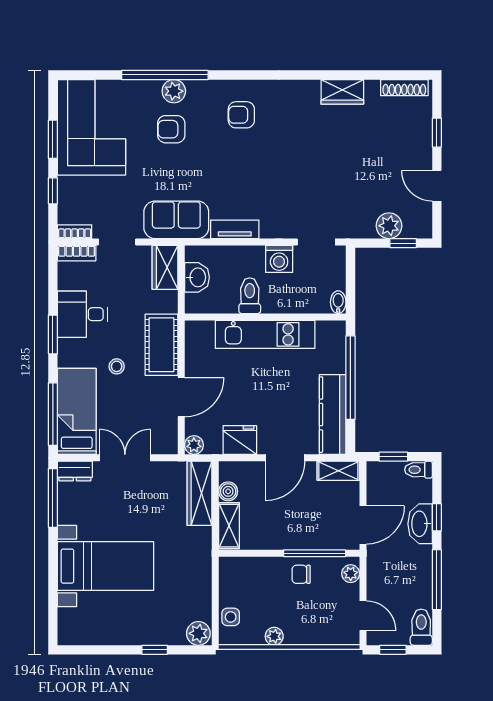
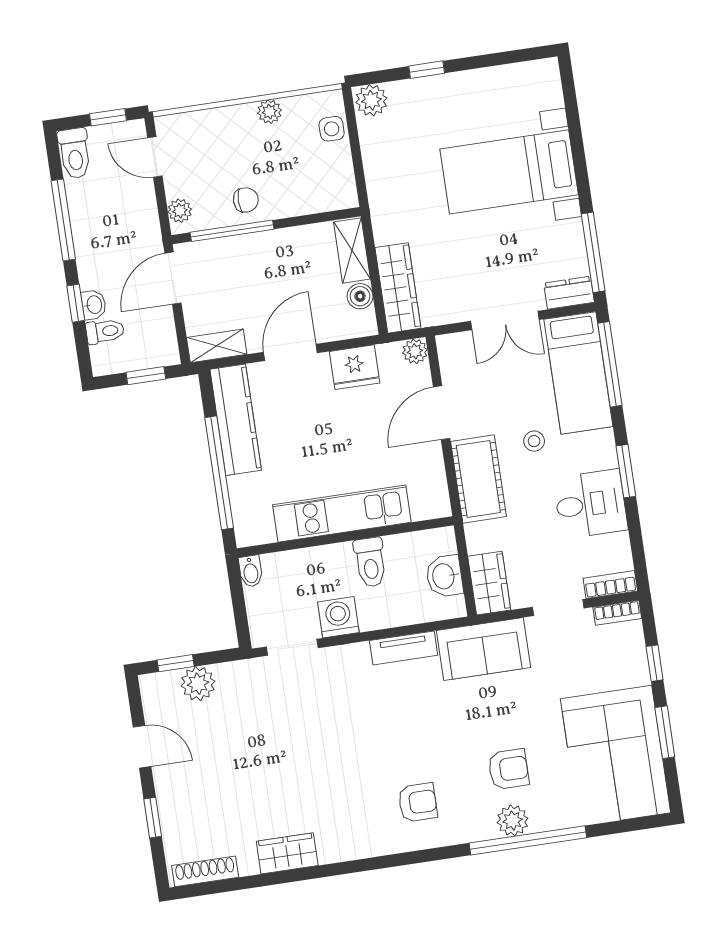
toilet: (418, 470) -> (105, 331), moved
washbasin: (420, 524) -> (94, 305), width x0.52, depth x0.69

